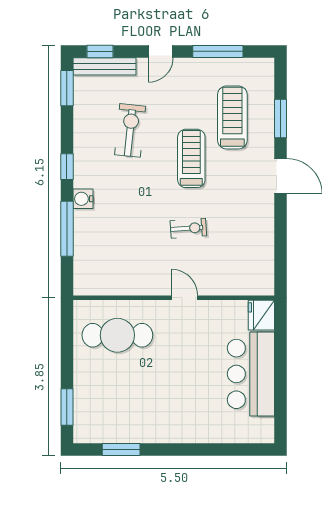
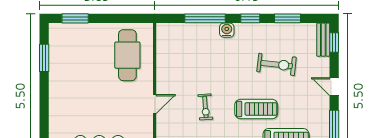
bench: (105, 66) -> (323, 40), width x0.73
window: (67, 88) -> (288, 18), moved

